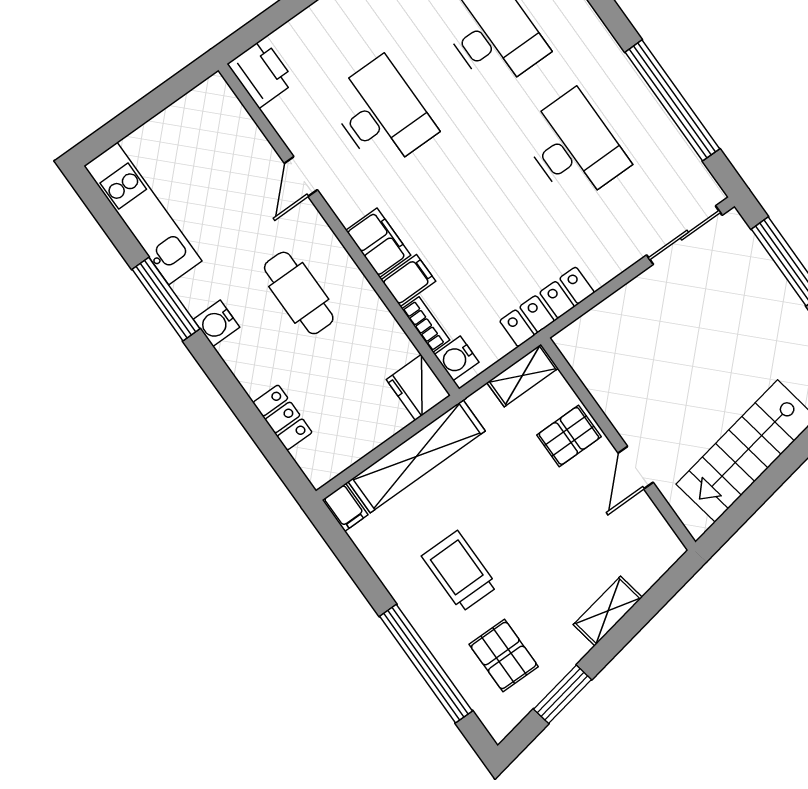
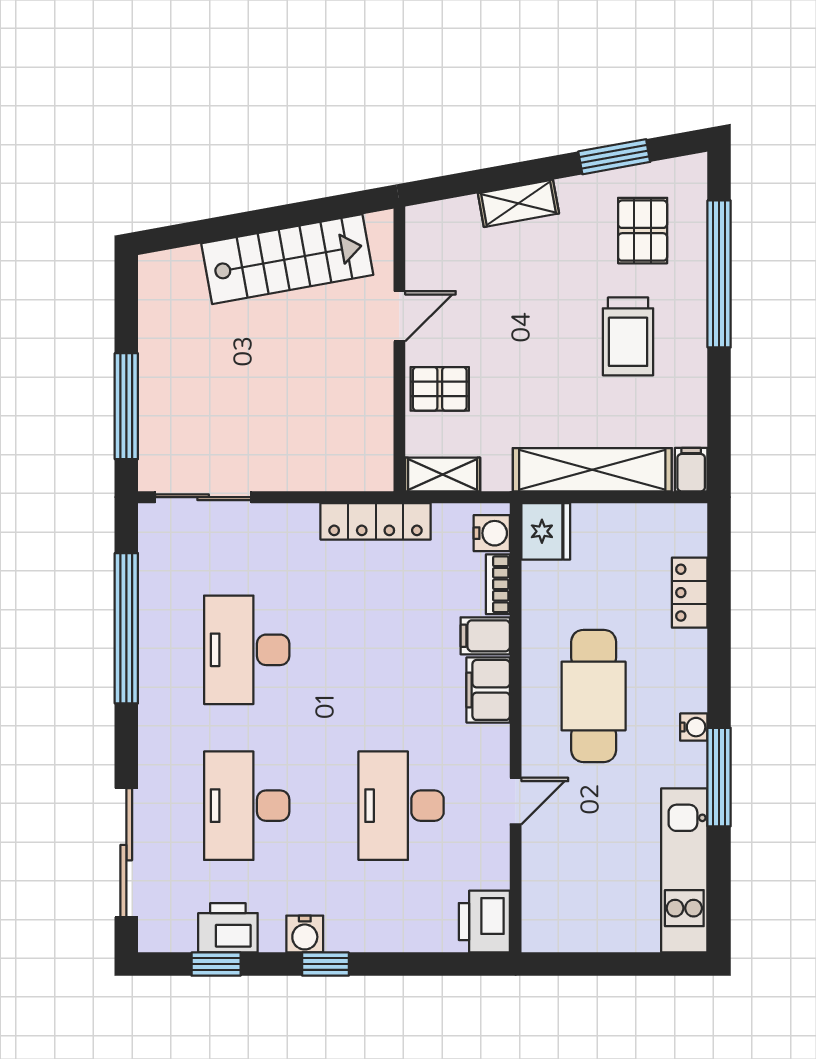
cafe table: (299, 293) -> (594, 696), width x1.37, depth x1.35
water cooler: (216, 323) -> (694, 727), width x0.72, depth x0.72

